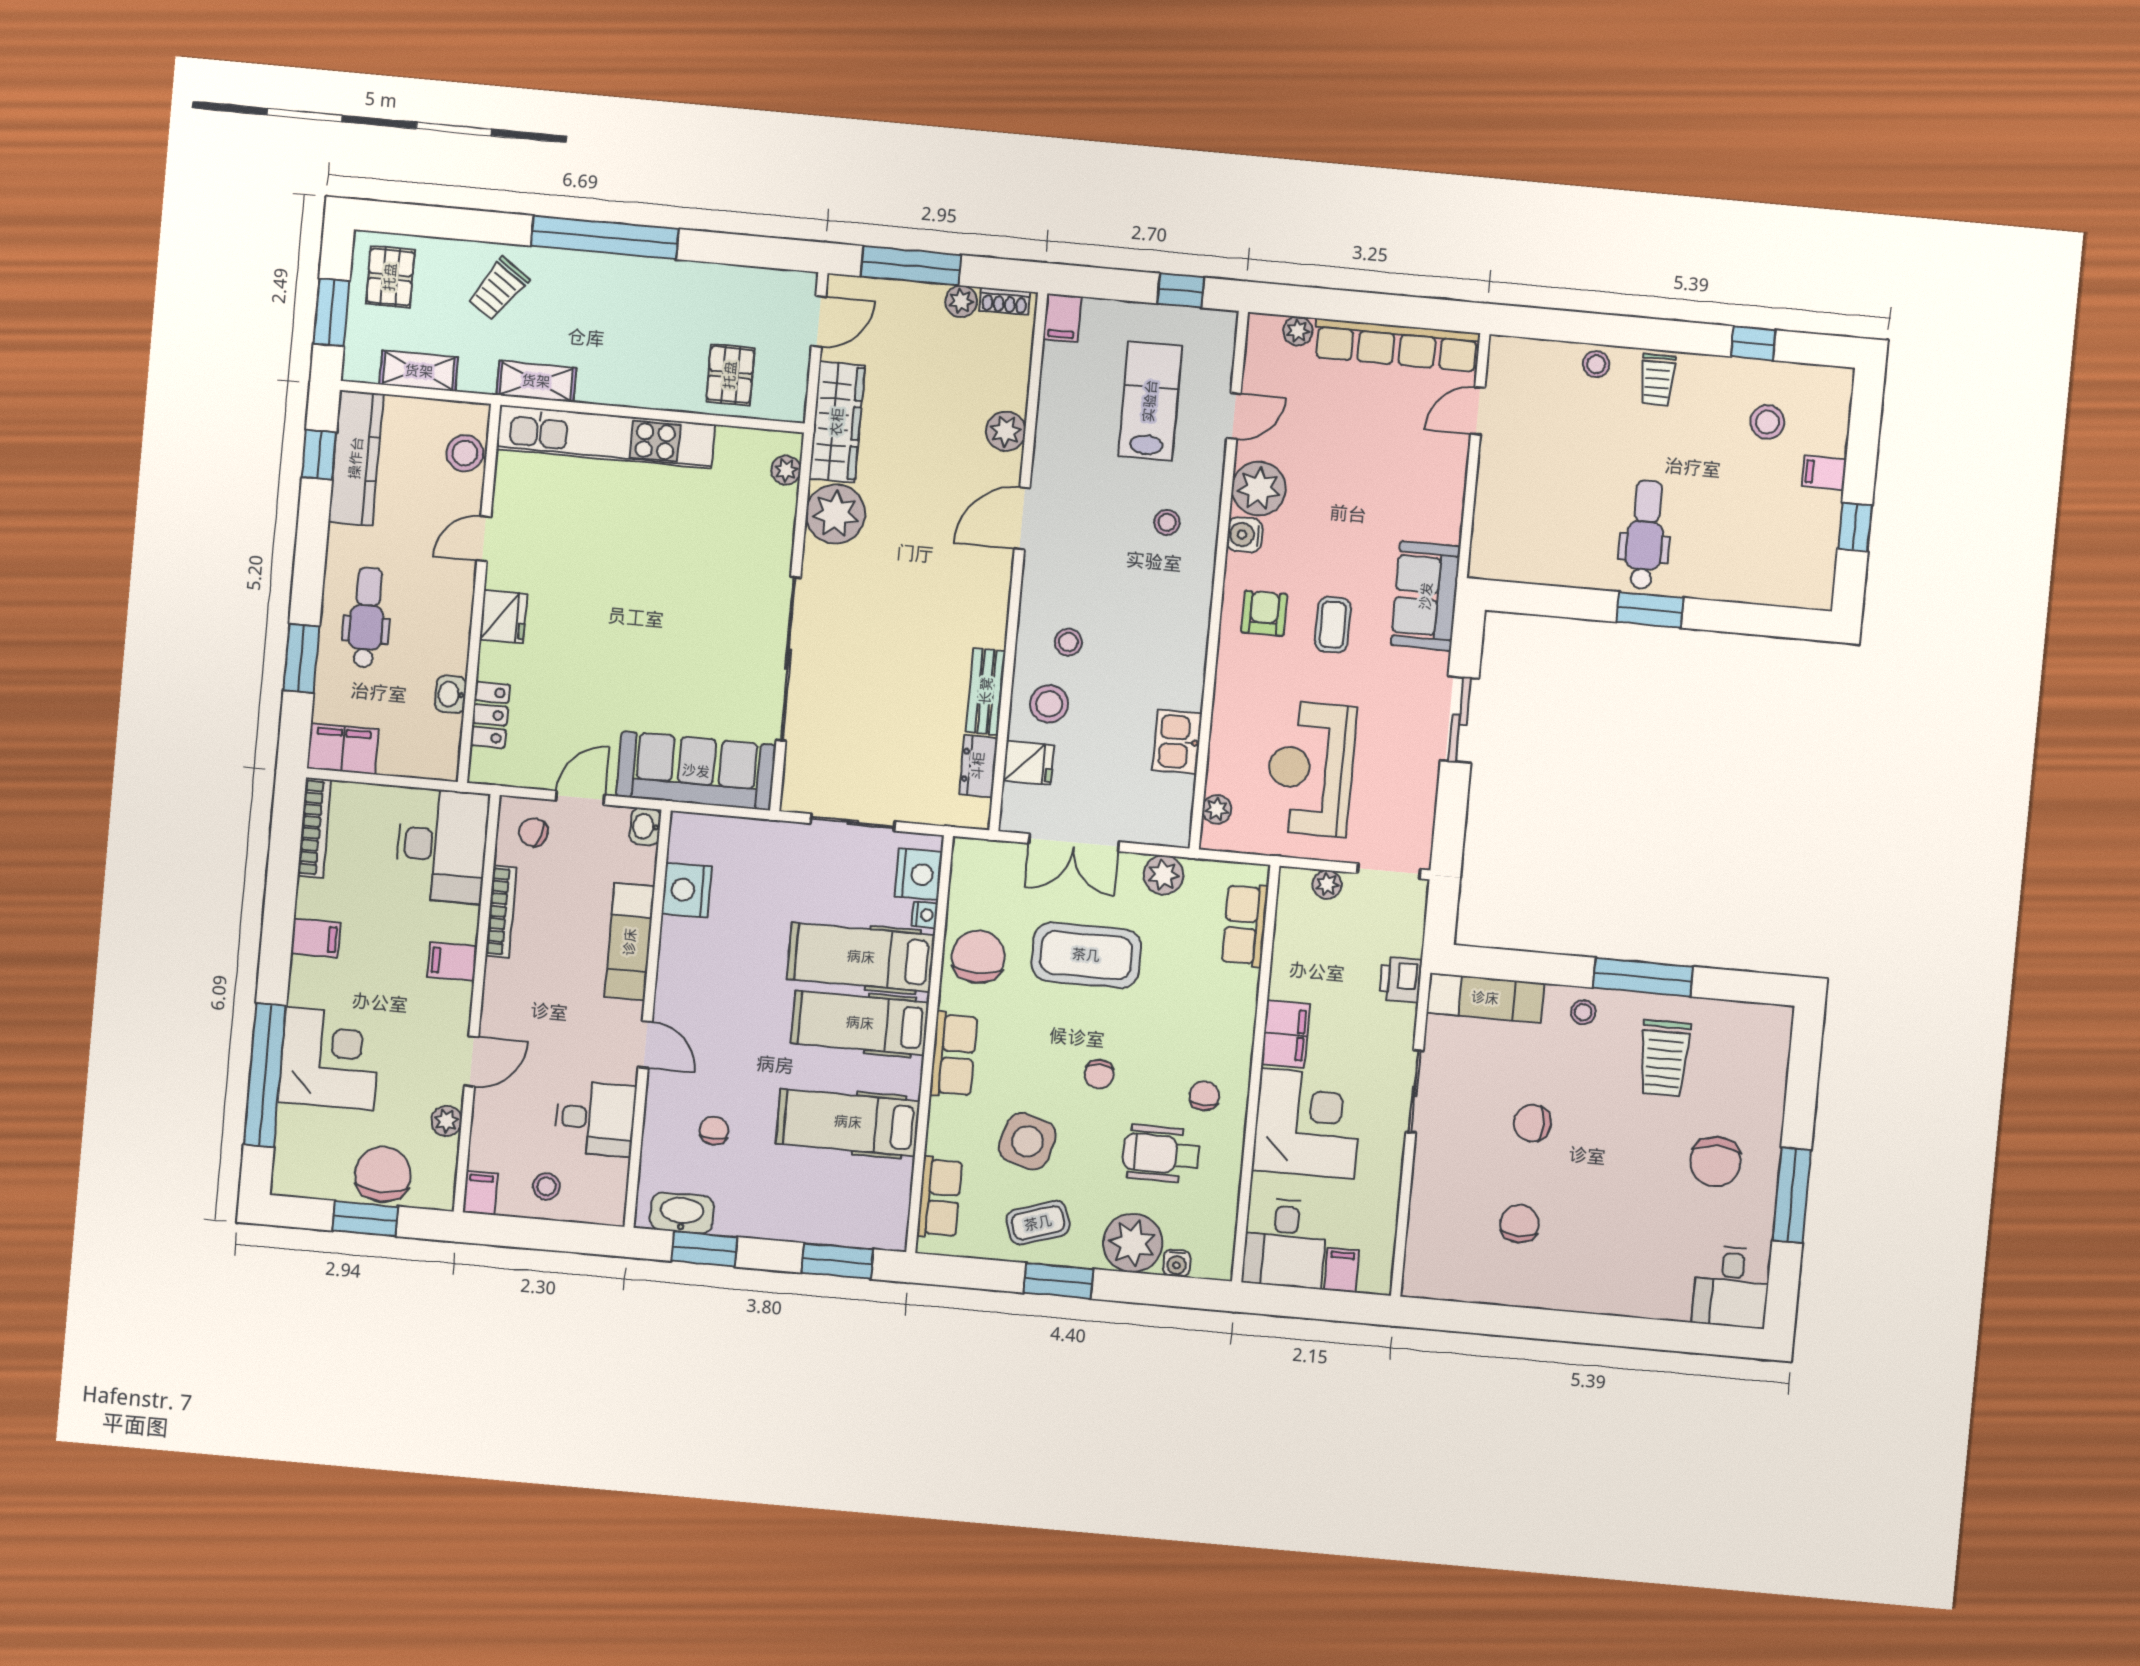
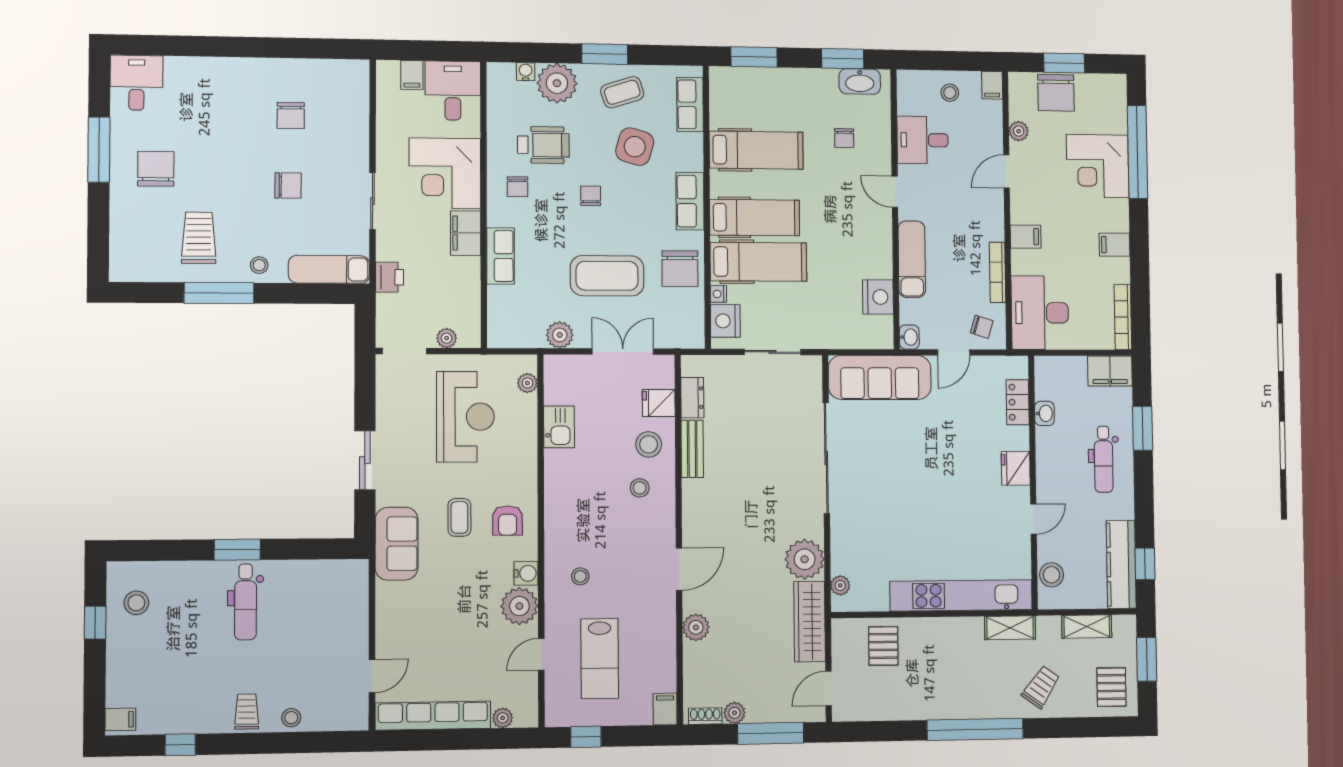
stool: (1767, 422) -> (136, 603), moved
filing cabinet: (1824, 473) -> (120, 719), moved
row of seats: (1245, 925) -> (500, 256), moved

